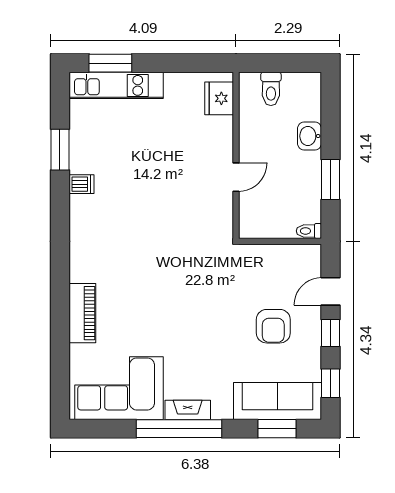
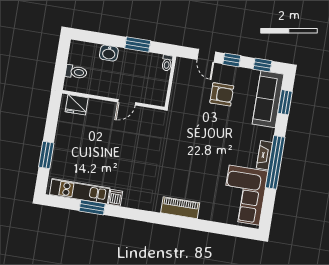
window: (110, 63) -> (46, 155), moved
kitchen unit: (116, 85) -> (80, 191), moved, turned -90
door: (236, 177) -> (127, 102), swing flipped
piano: (82, 313) -> (180, 208), moved

